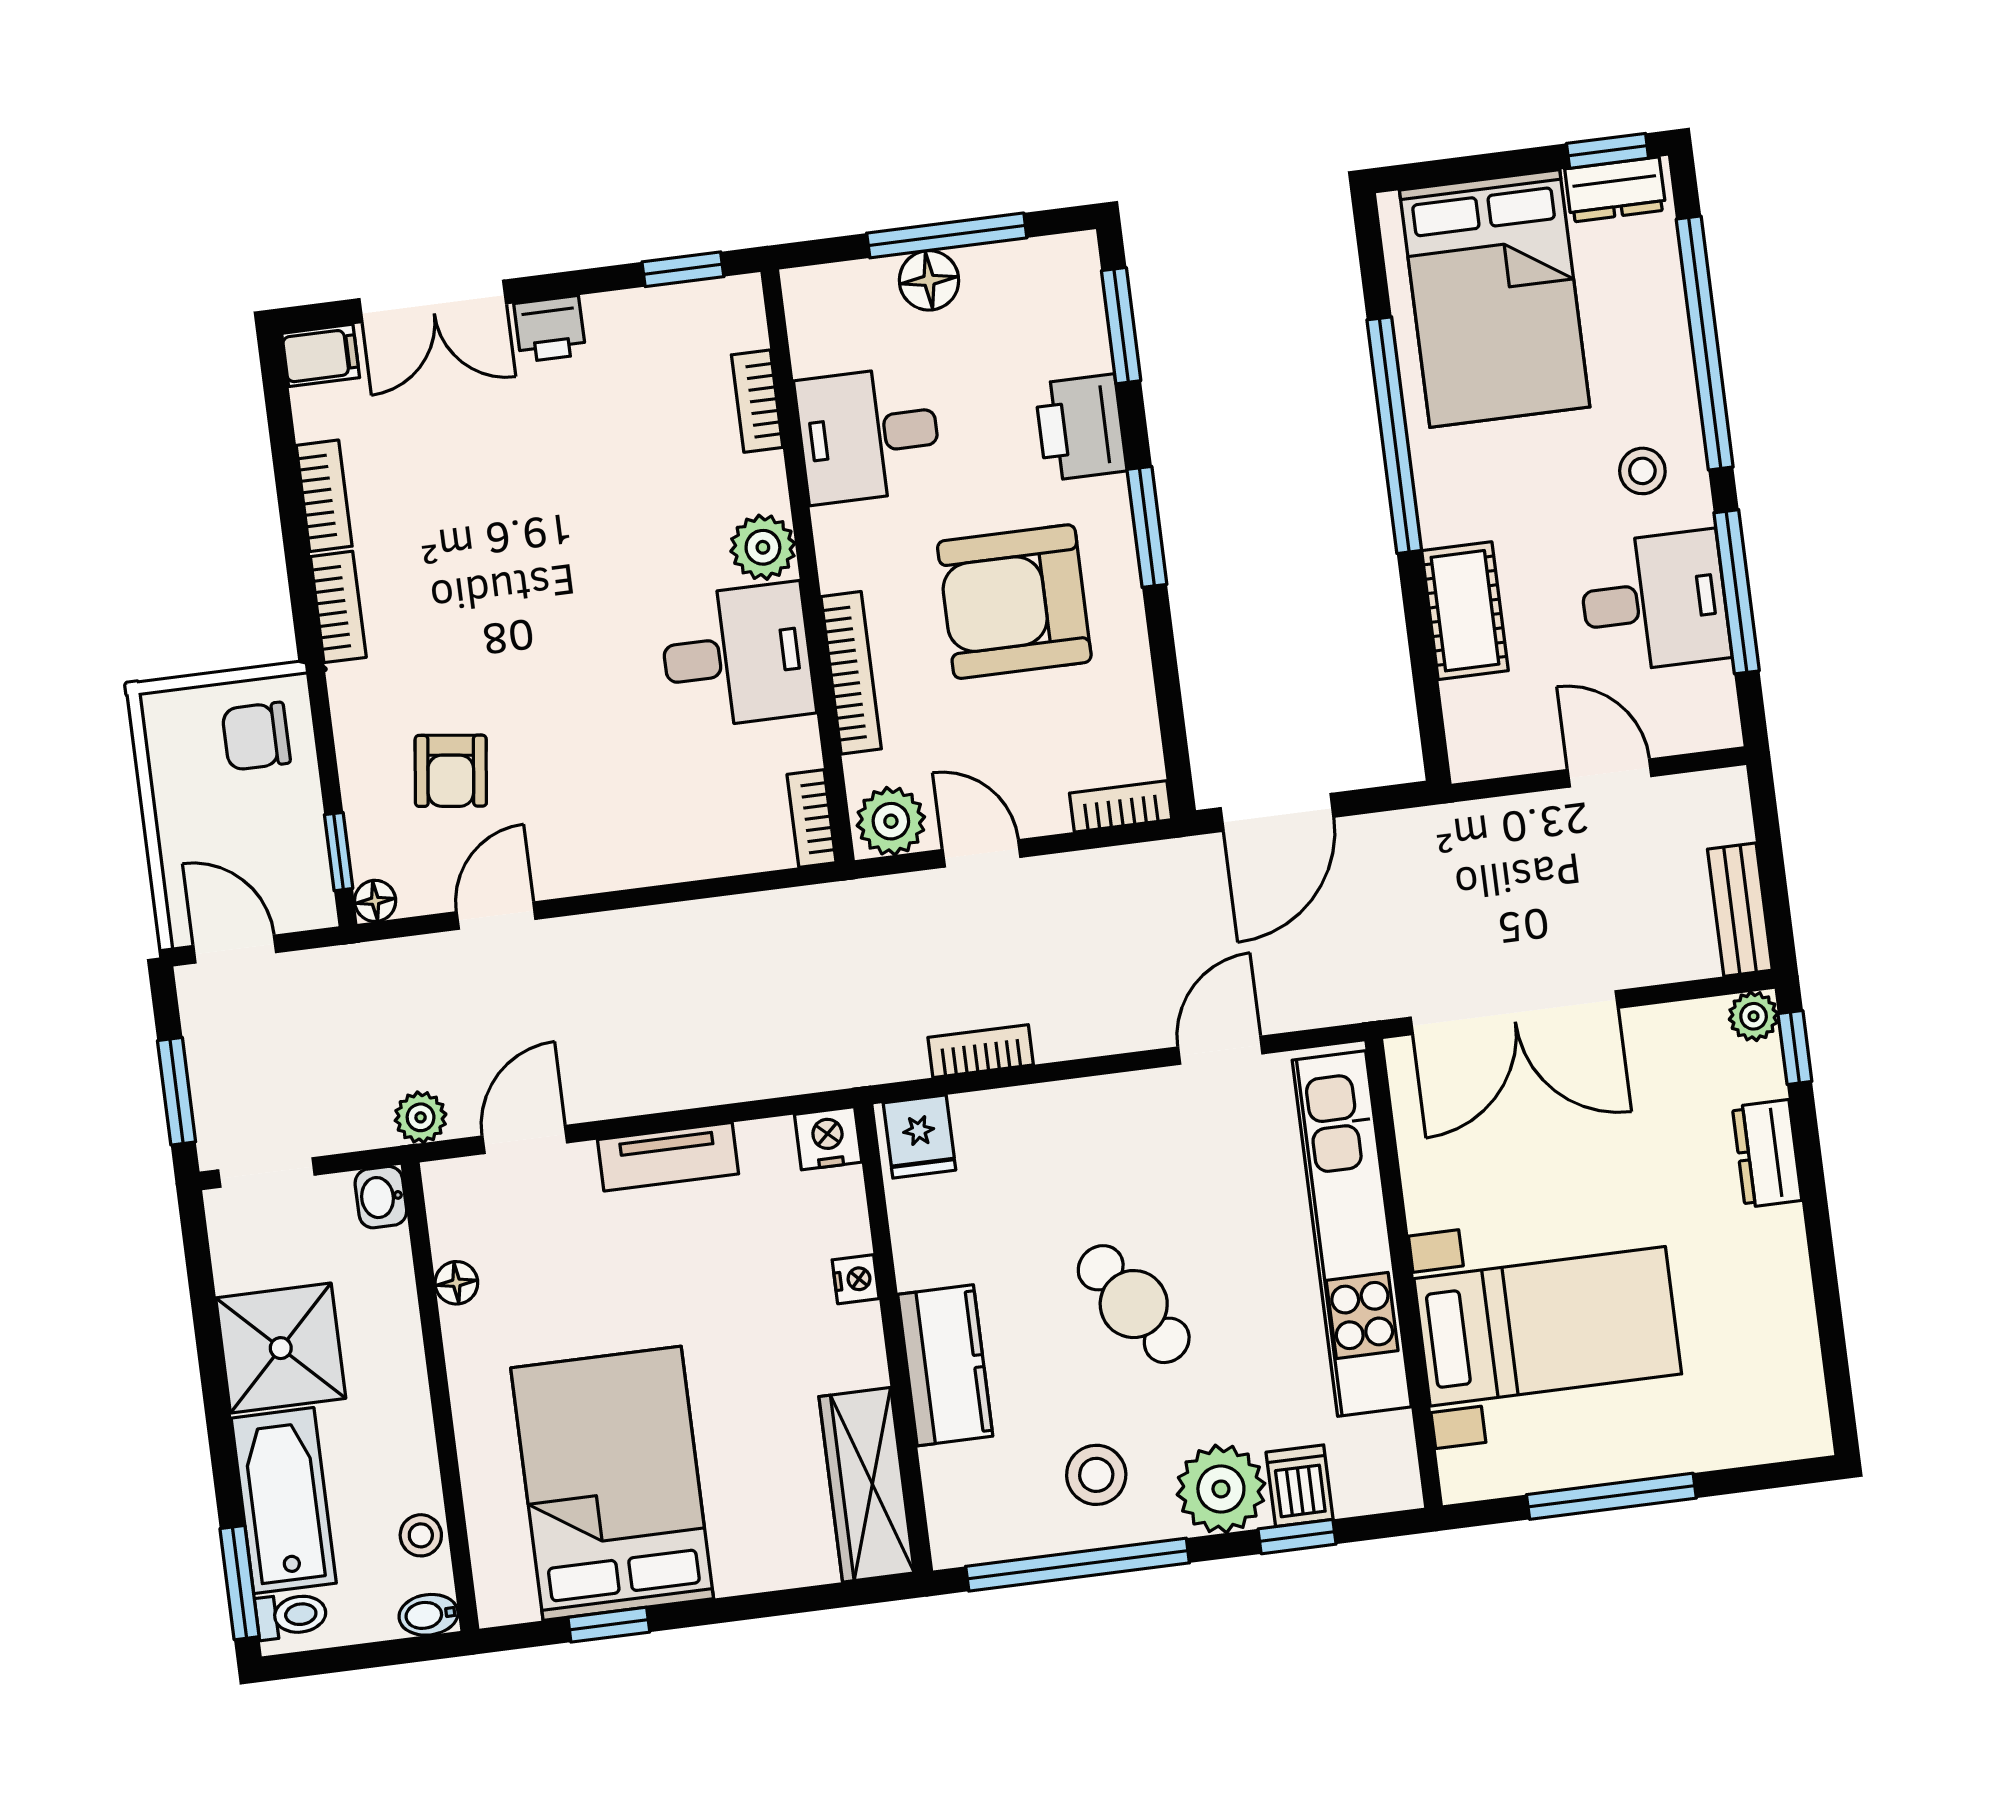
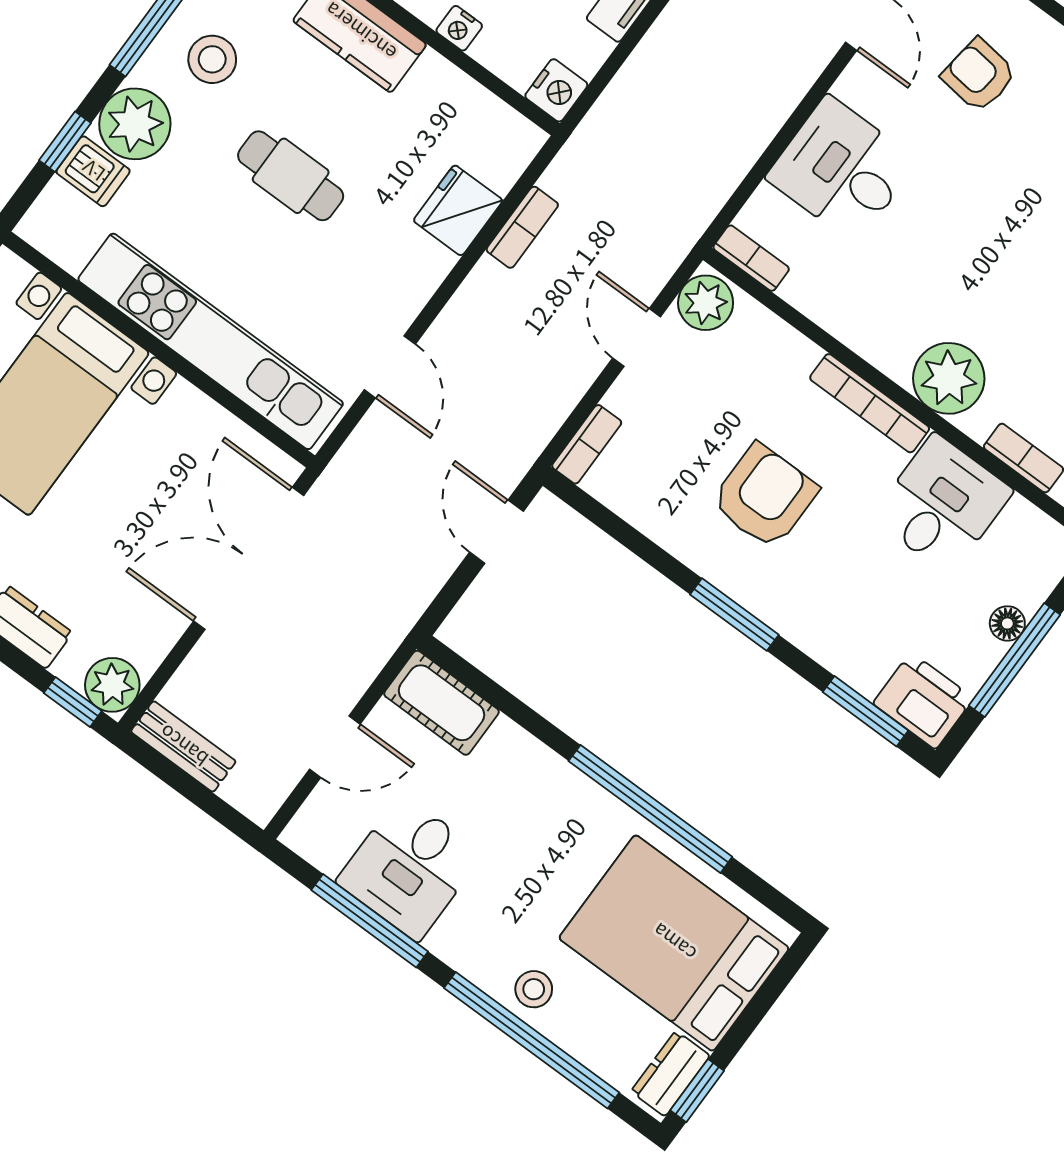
floor lamp: (929, 280) -> (1007, 623), width x0.73, depth x0.73
printer: (1081, 427) -> (923, 701), moved
stool: (1642, 471) -> (534, 989), moved
plant: (763, 547) -> (949, 378), width x1.36, depth x1.36
armchair: (1014, 602) -> (765, 496), width x0.73, depth x0.73
cot: (1465, 611) -> (441, 703), moved
desk: (737, 656) -> (842, 169), moved, turned 90
bookcase: (851, 673) -> (870, 403), moved
door: (1277, 812) -> (496, 532), width x0.73
door: (981, 853) -> (637, 337), swing flipped
plant: (1754, 1016) -> (112, 685), width x1.38, depth x1.38
fridge: (919, 1137) -> (458, 210), moved, width x1.38
cafe table: (1134, 1304) -> (291, 176), turned 35

